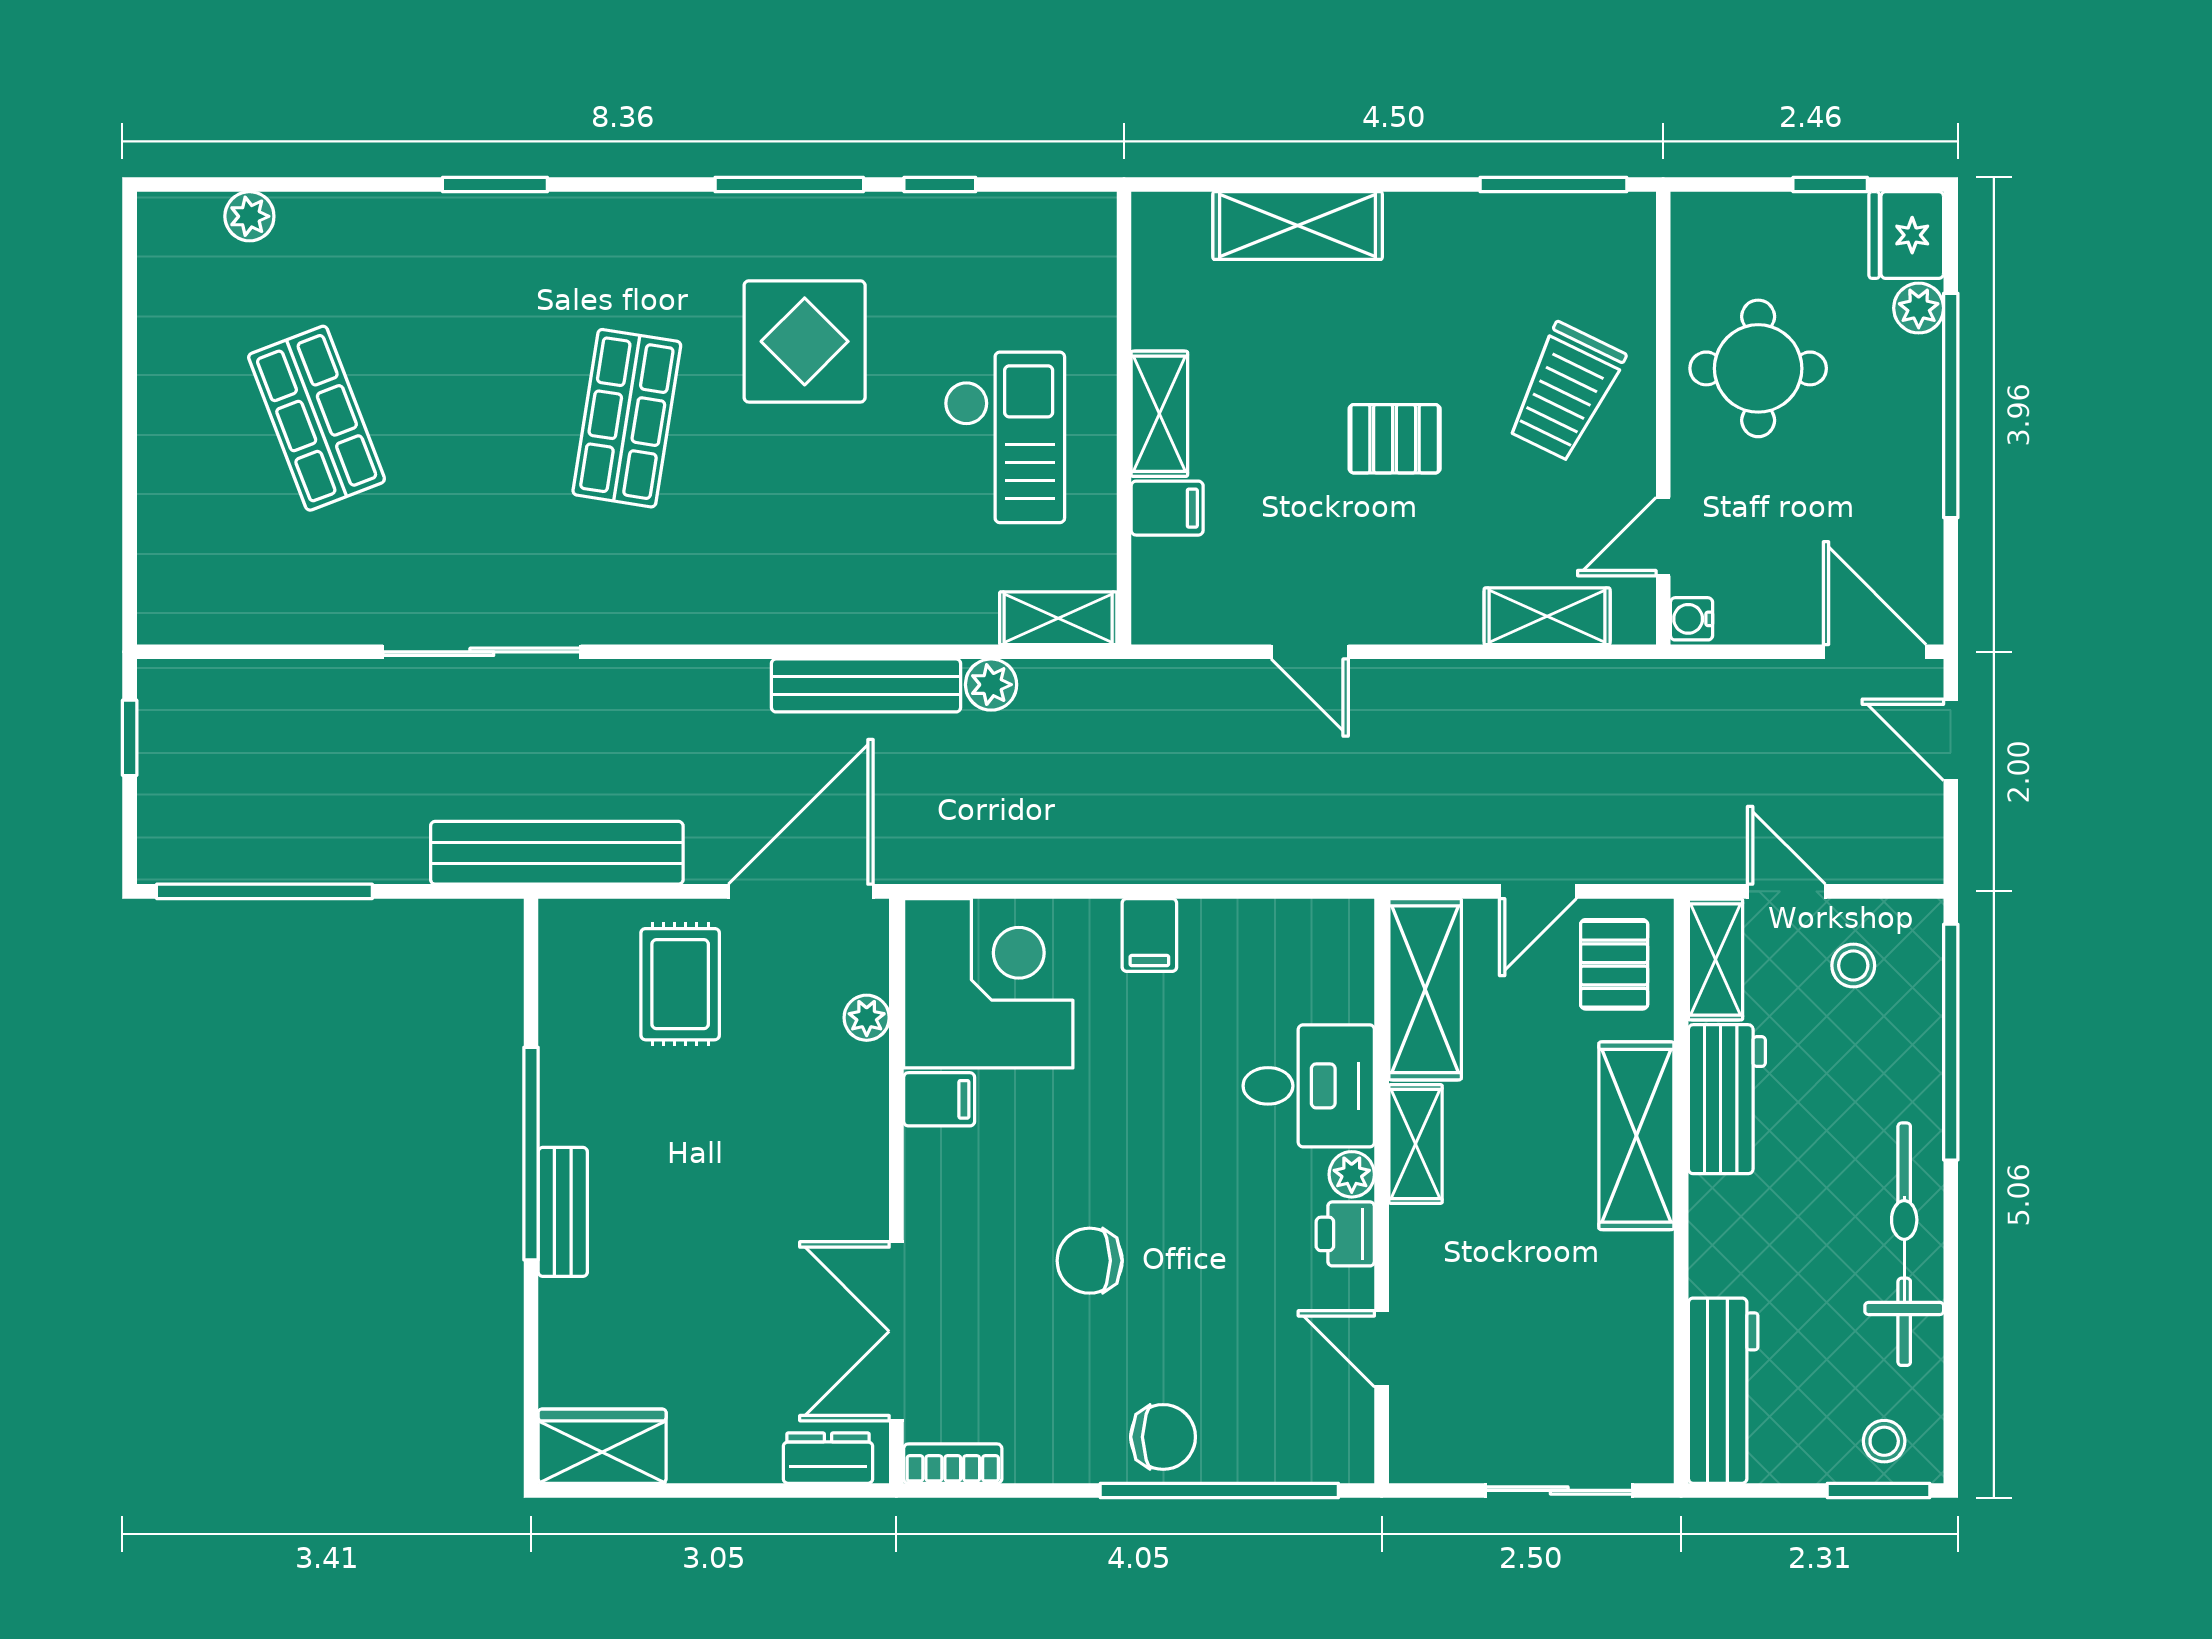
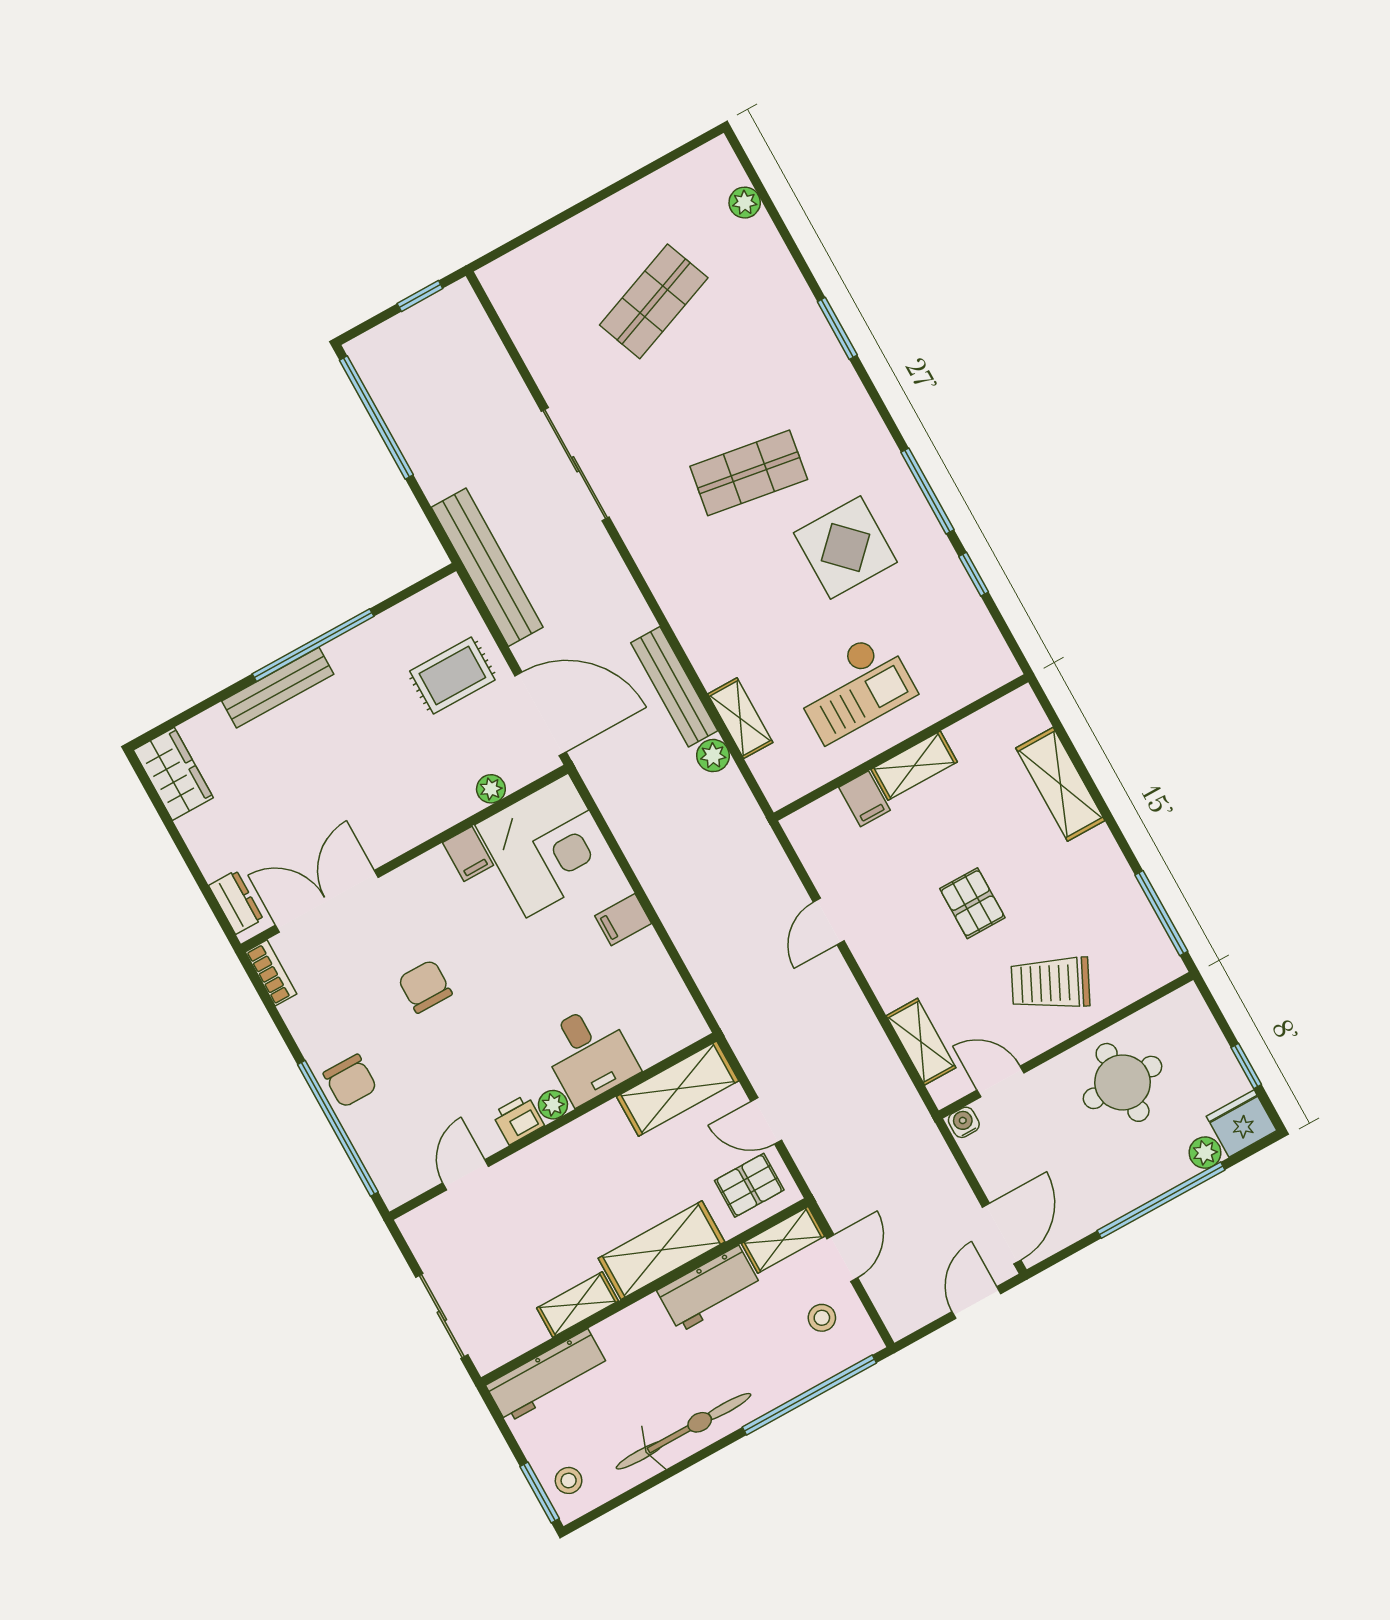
shelving: (1058, 618) -> (740, 718), moved
shelving: (1416, 1144) -> (577, 1304), moved
bench: (563, 1212) -> (278, 688), width x1.36

